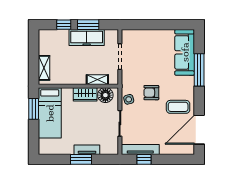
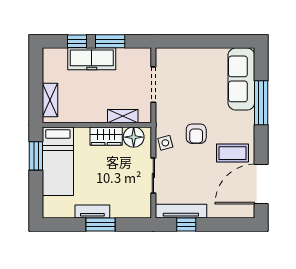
freezer: (87, 38) -> (92, 59), moved
armchair: (151, 93) -> (196, 134), turned -90
tv unit: (87, 150) -> (92, 211), moved

